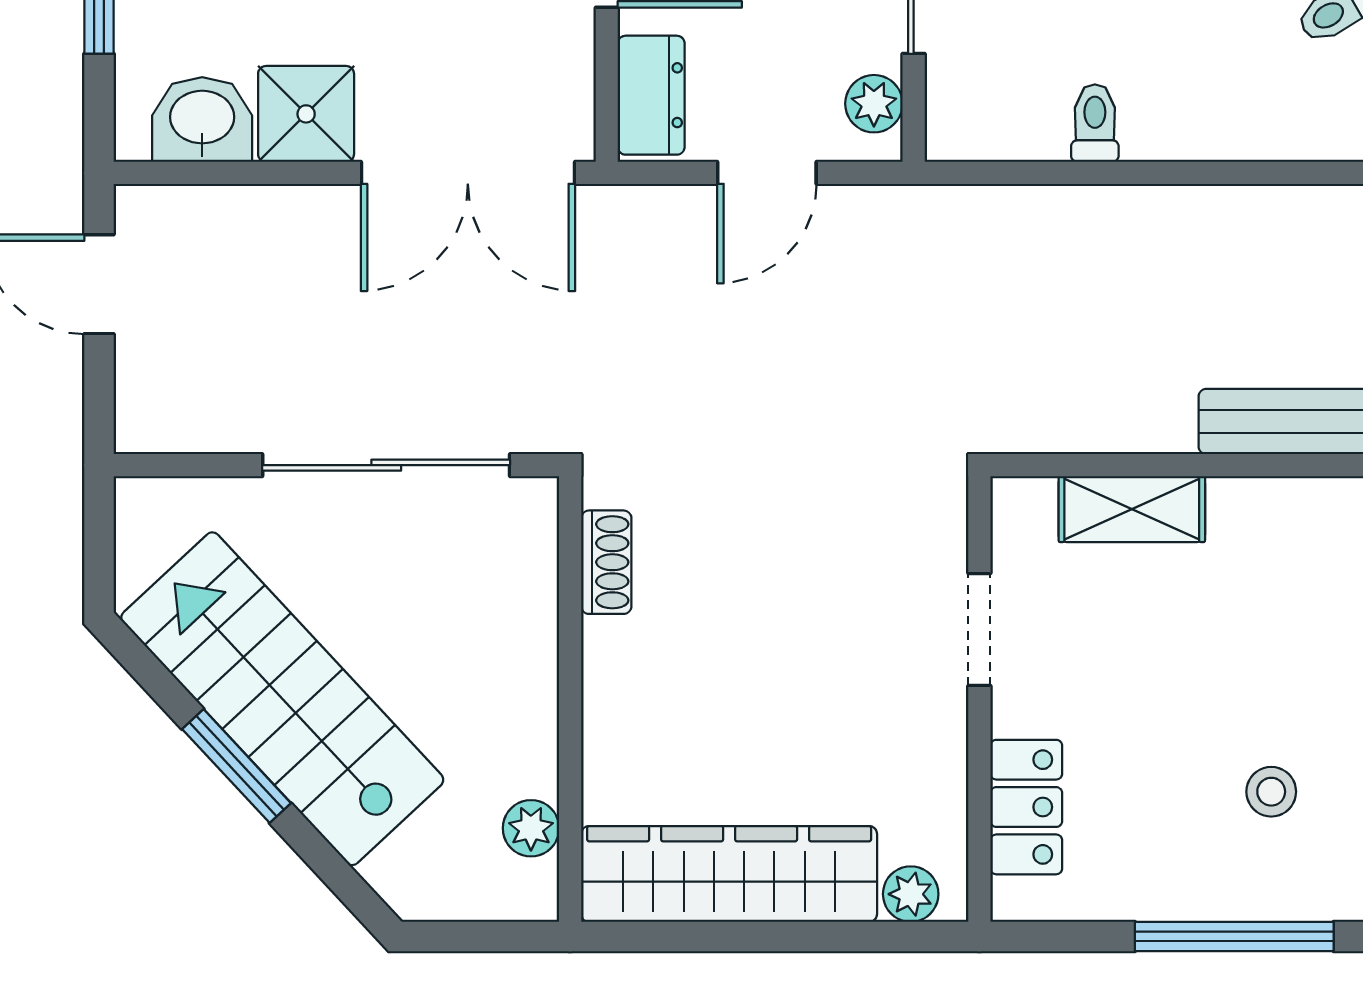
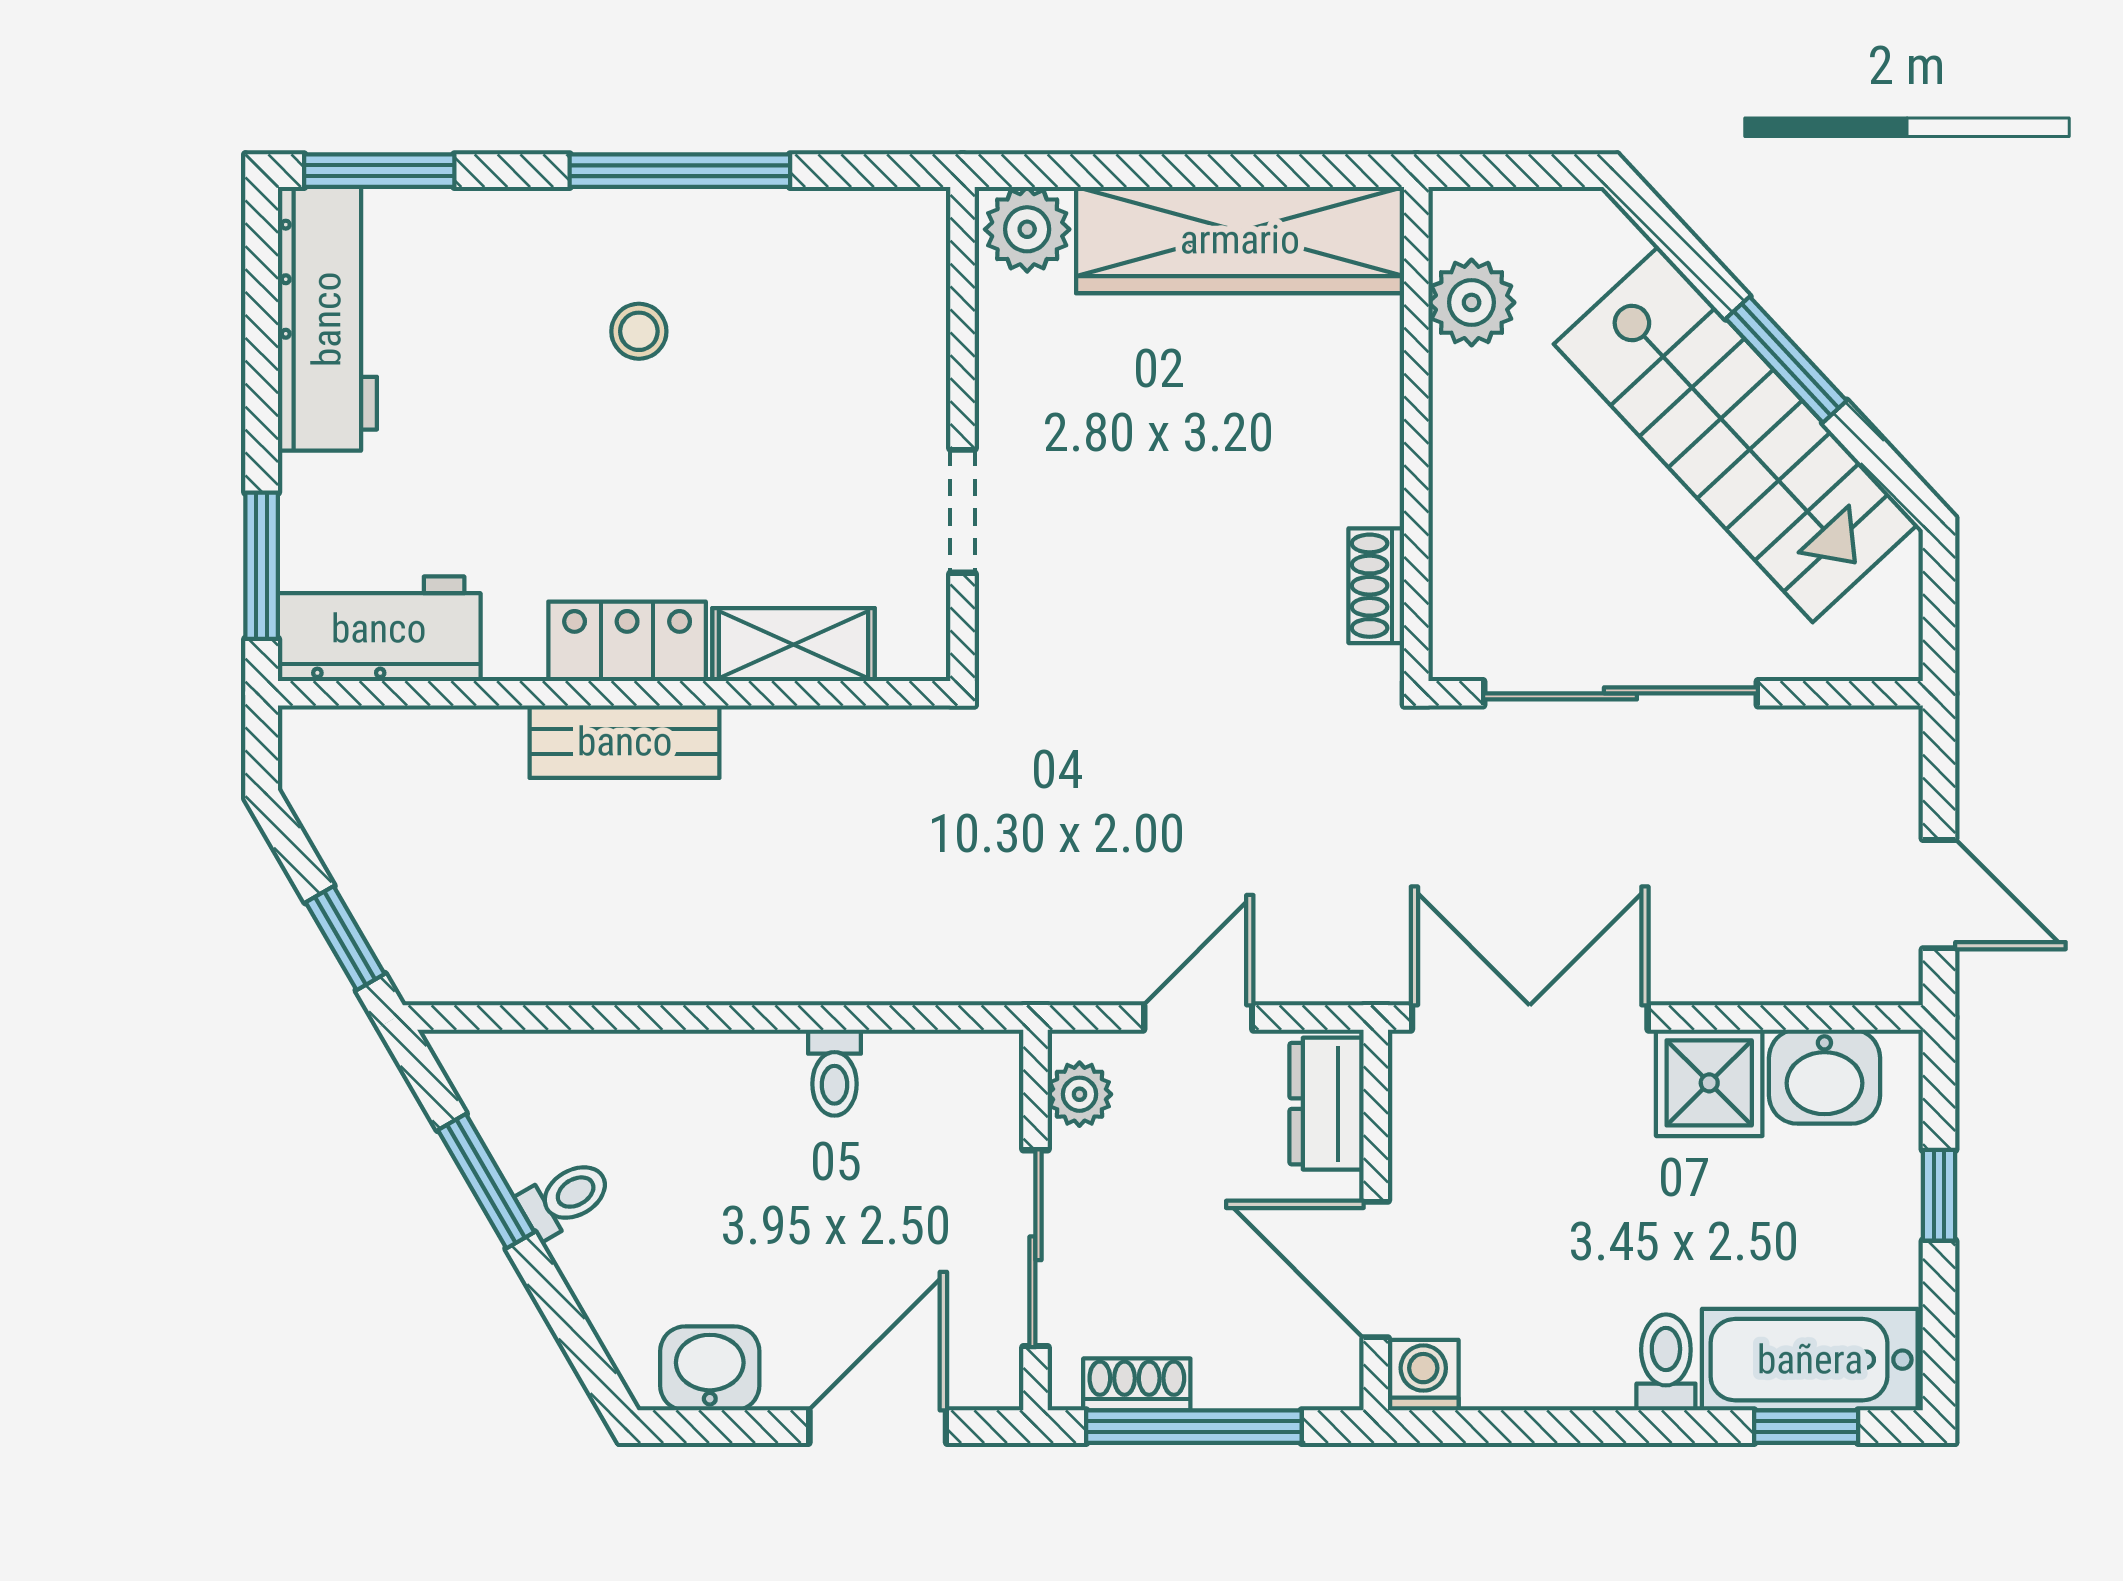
locker: (1026, 807) -> (627, 641), moved, turned 90
plant: (531, 828) -> (1472, 302), width x1.38, depth x1.38
plant: (911, 894) -> (1027, 229), width x1.38, depth x1.38

